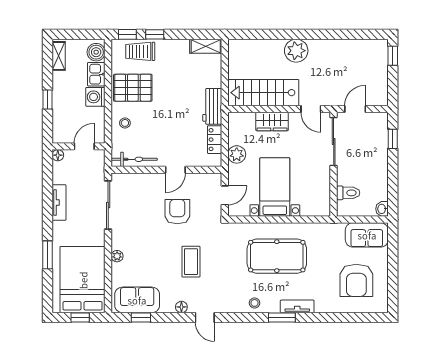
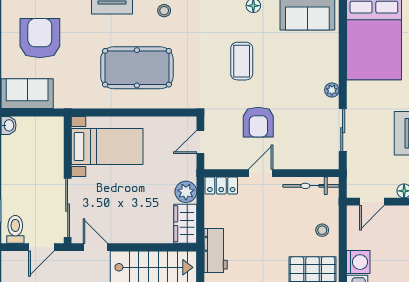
wardrobe: (272, 122) -> (185, 224), moved, turned -90
locker: (215, 140) -> (221, 186), moved, turned 90
bed with nightstands: (275, 187) -> (107, 146), moved, turned -90
toilet: (348, 193) -> (15, 229), moved, turned 90
sliding door: (108, 205) -> (343, 130), width x0.73
plant: (117, 256) -> (332, 90), moved

